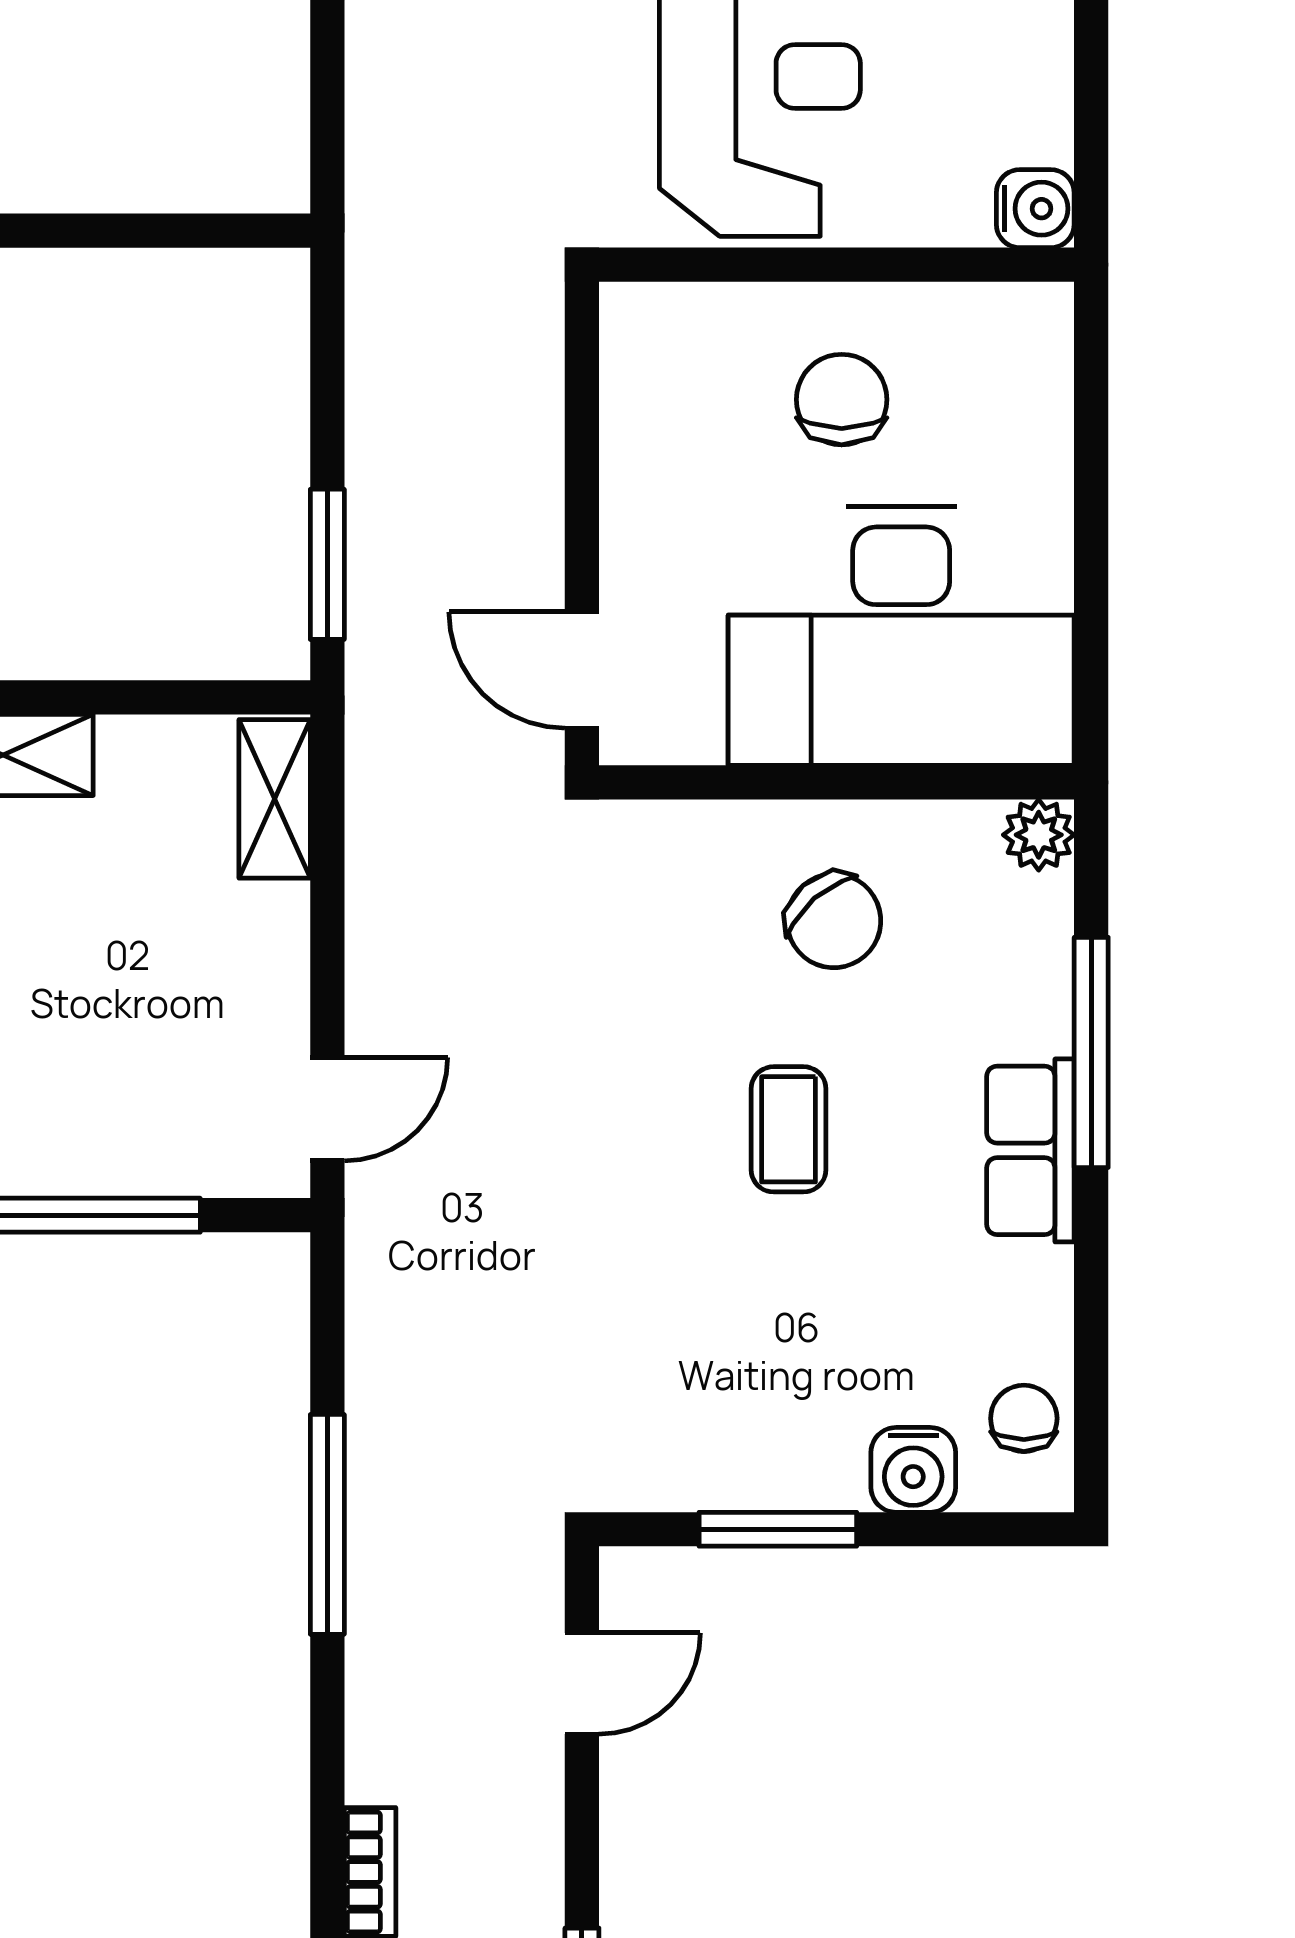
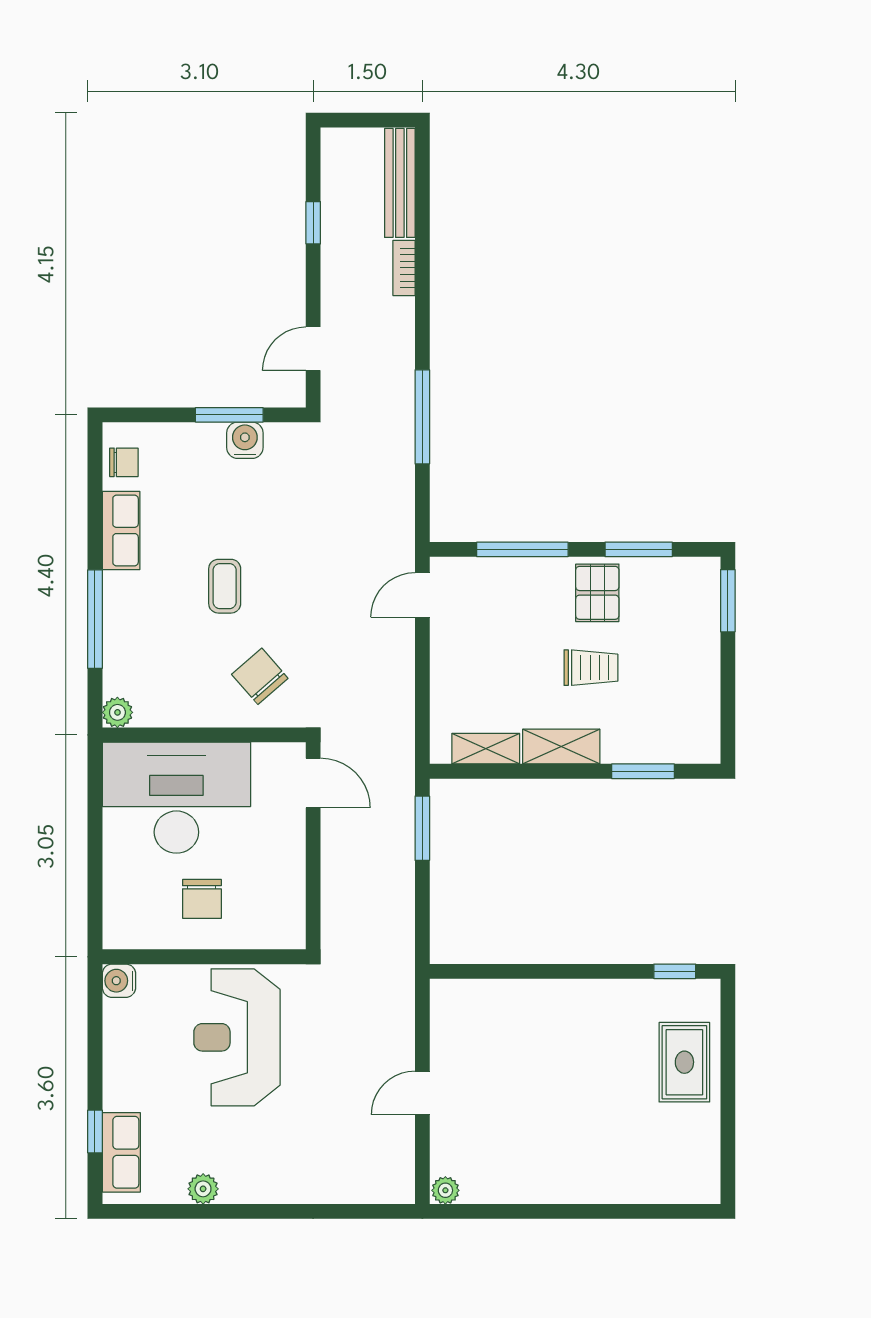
shelving: (275, 799) -> (486, 749), moved, turned 90
chair: (834, 921) -> (260, 676), moved
row of seats: (1030, 1150) -> (121, 530), moved
chair: (1024, 1418) -> (124, 462), turned -90
water cooler: (913, 1470) -> (245, 440), moved

